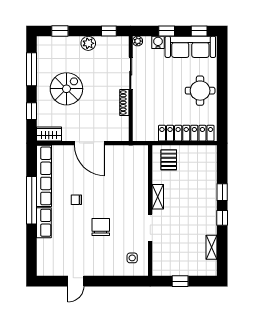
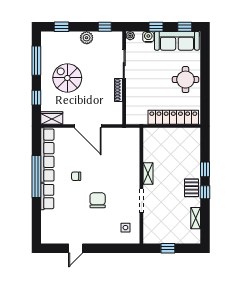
spiral stairs: (66, 89) -> (67, 78), turned -90
pallet: (169, 160) -> (191, 188), moved

